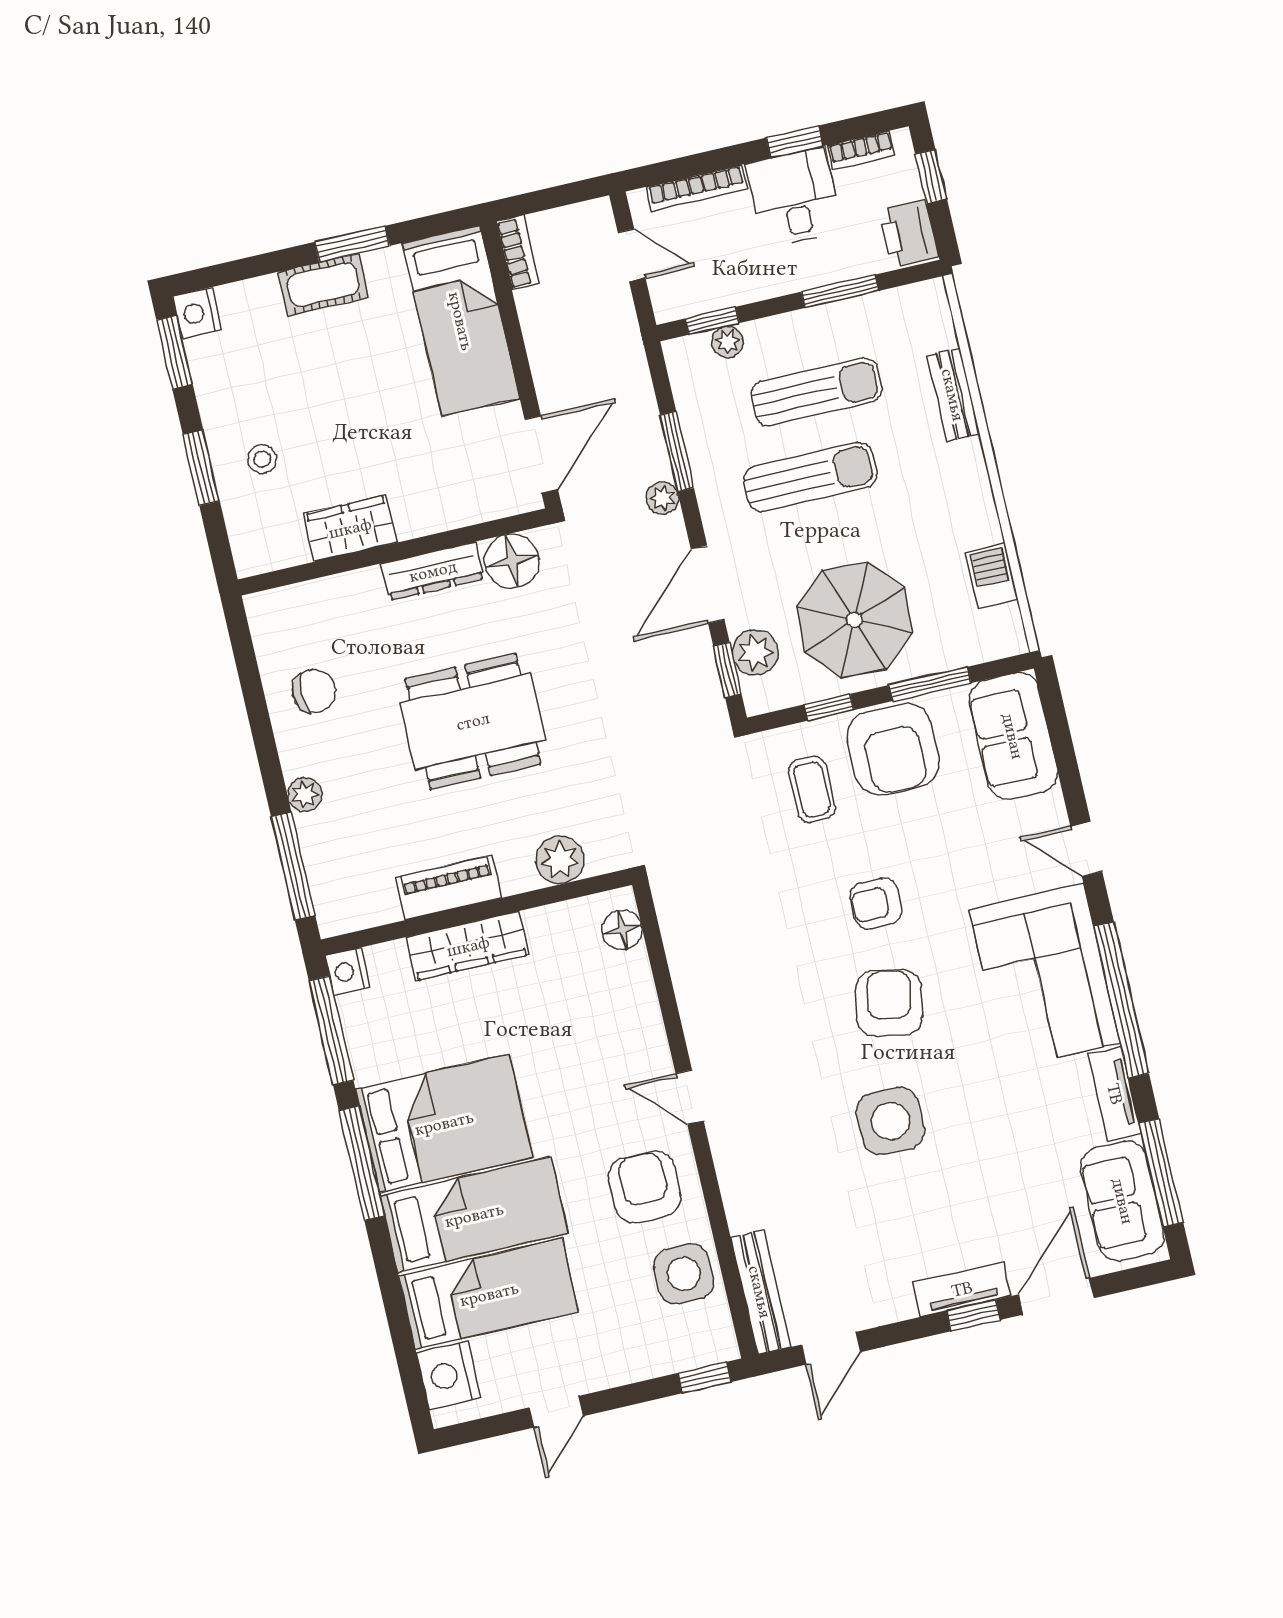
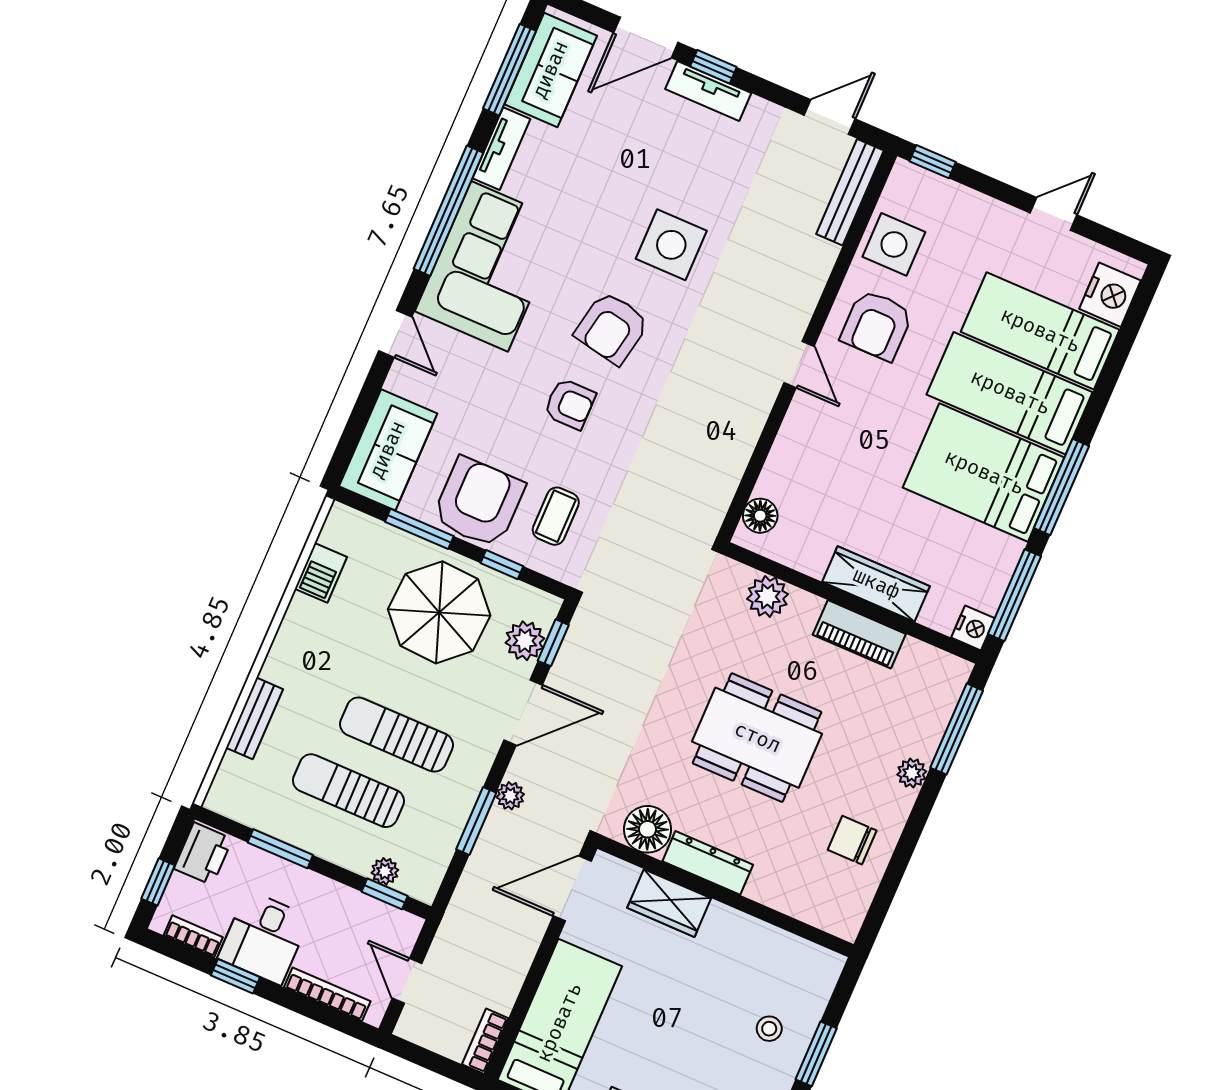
wardrobe: (350, 528) -> (669, 903), moved

